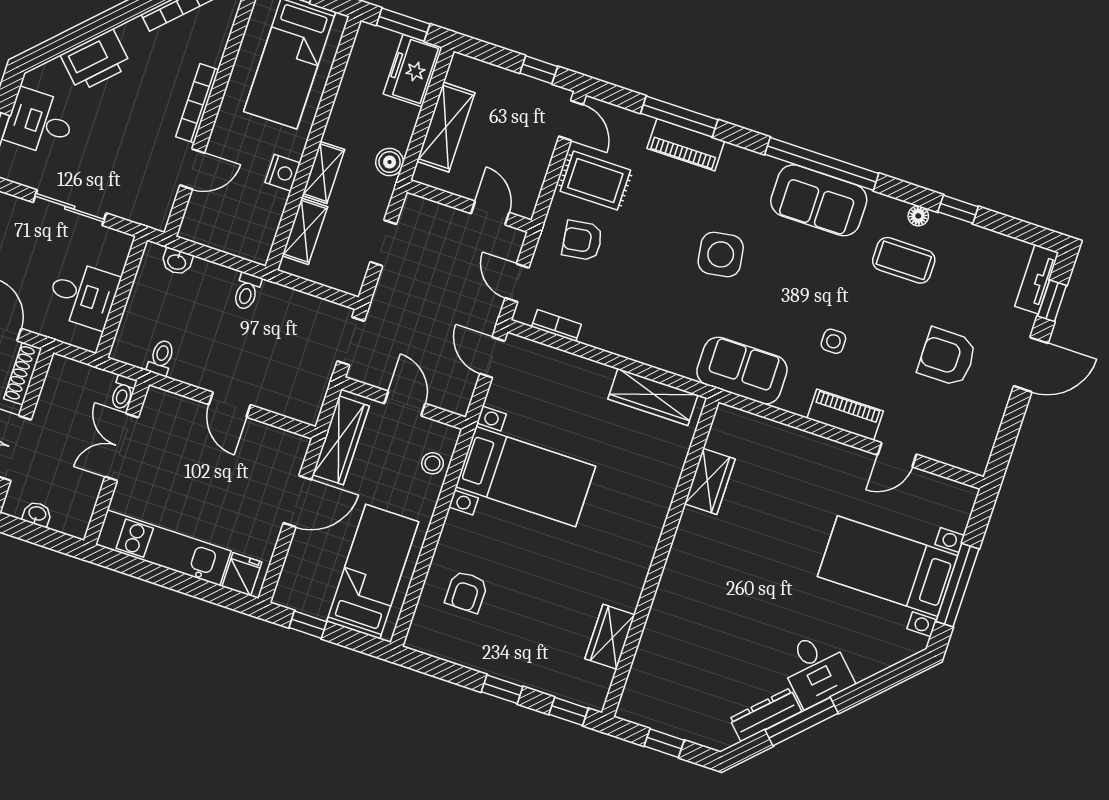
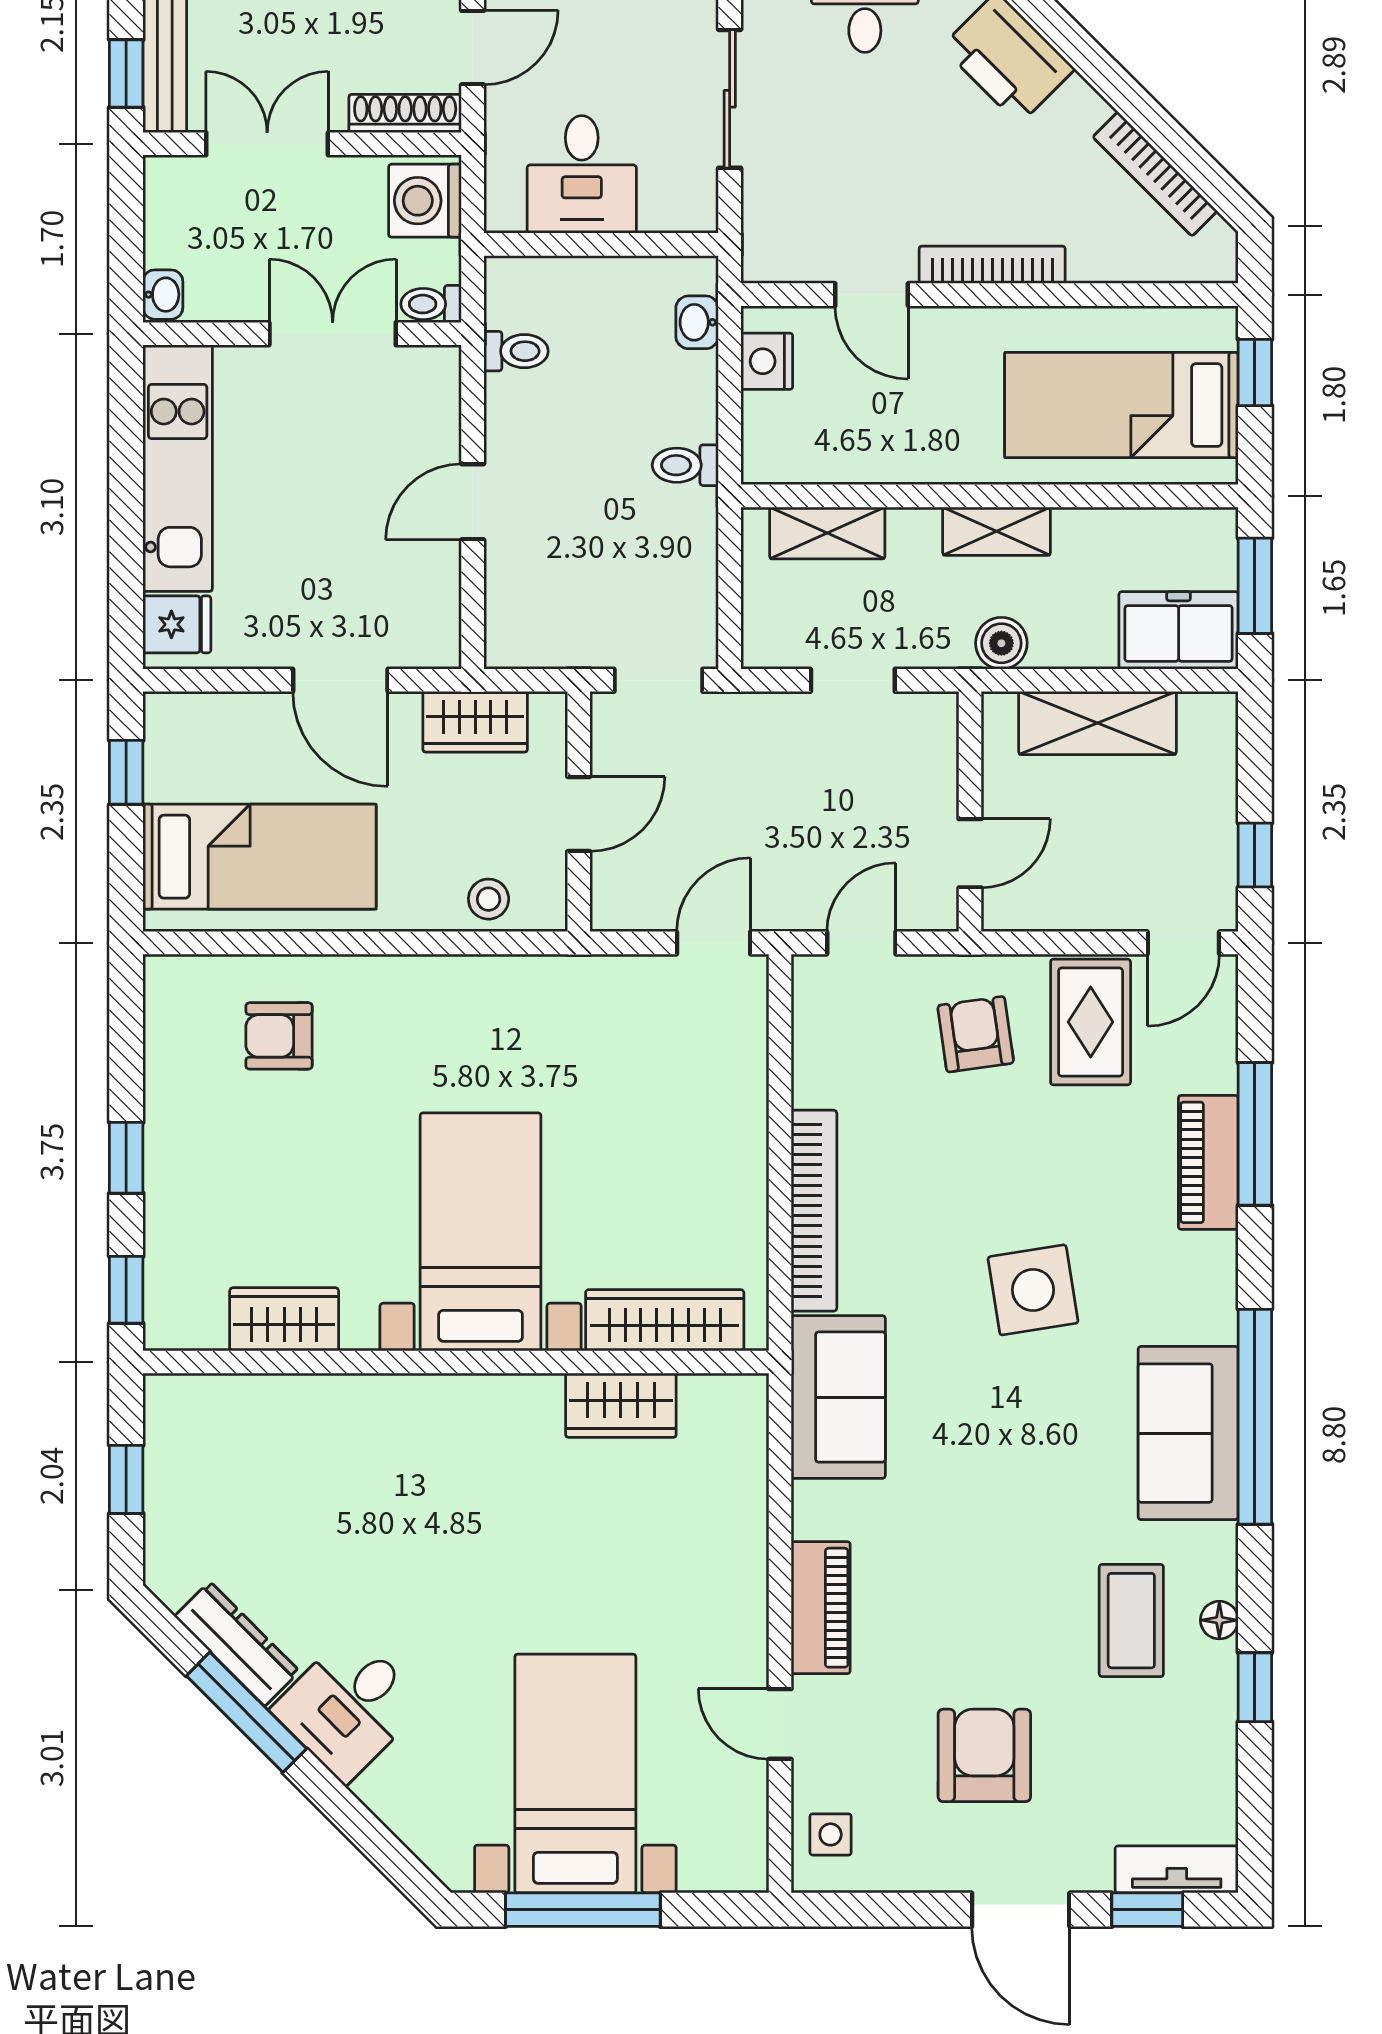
nightstand: (283, 173) -> (767, 361), moved, turned 90
shelving: (323, 173) -> (997, 531), moved
bookcase: (557, 325) -> (814, 1211), moved, width x2.31, depth x1.31
side table: (833, 341) -> (831, 1834), moved
washing machine: (70, 378) -> (425, 201), added
wardrobe: (653, 397) -> (665, 1320), moved, turned 90
wardrobe: (341, 440) -> (475, 722), width x0.67
bed with nightstands: (525, 476) -> (481, 1232), moved, turned 180
washbasin: (37, 514) -> (163, 295), moved

